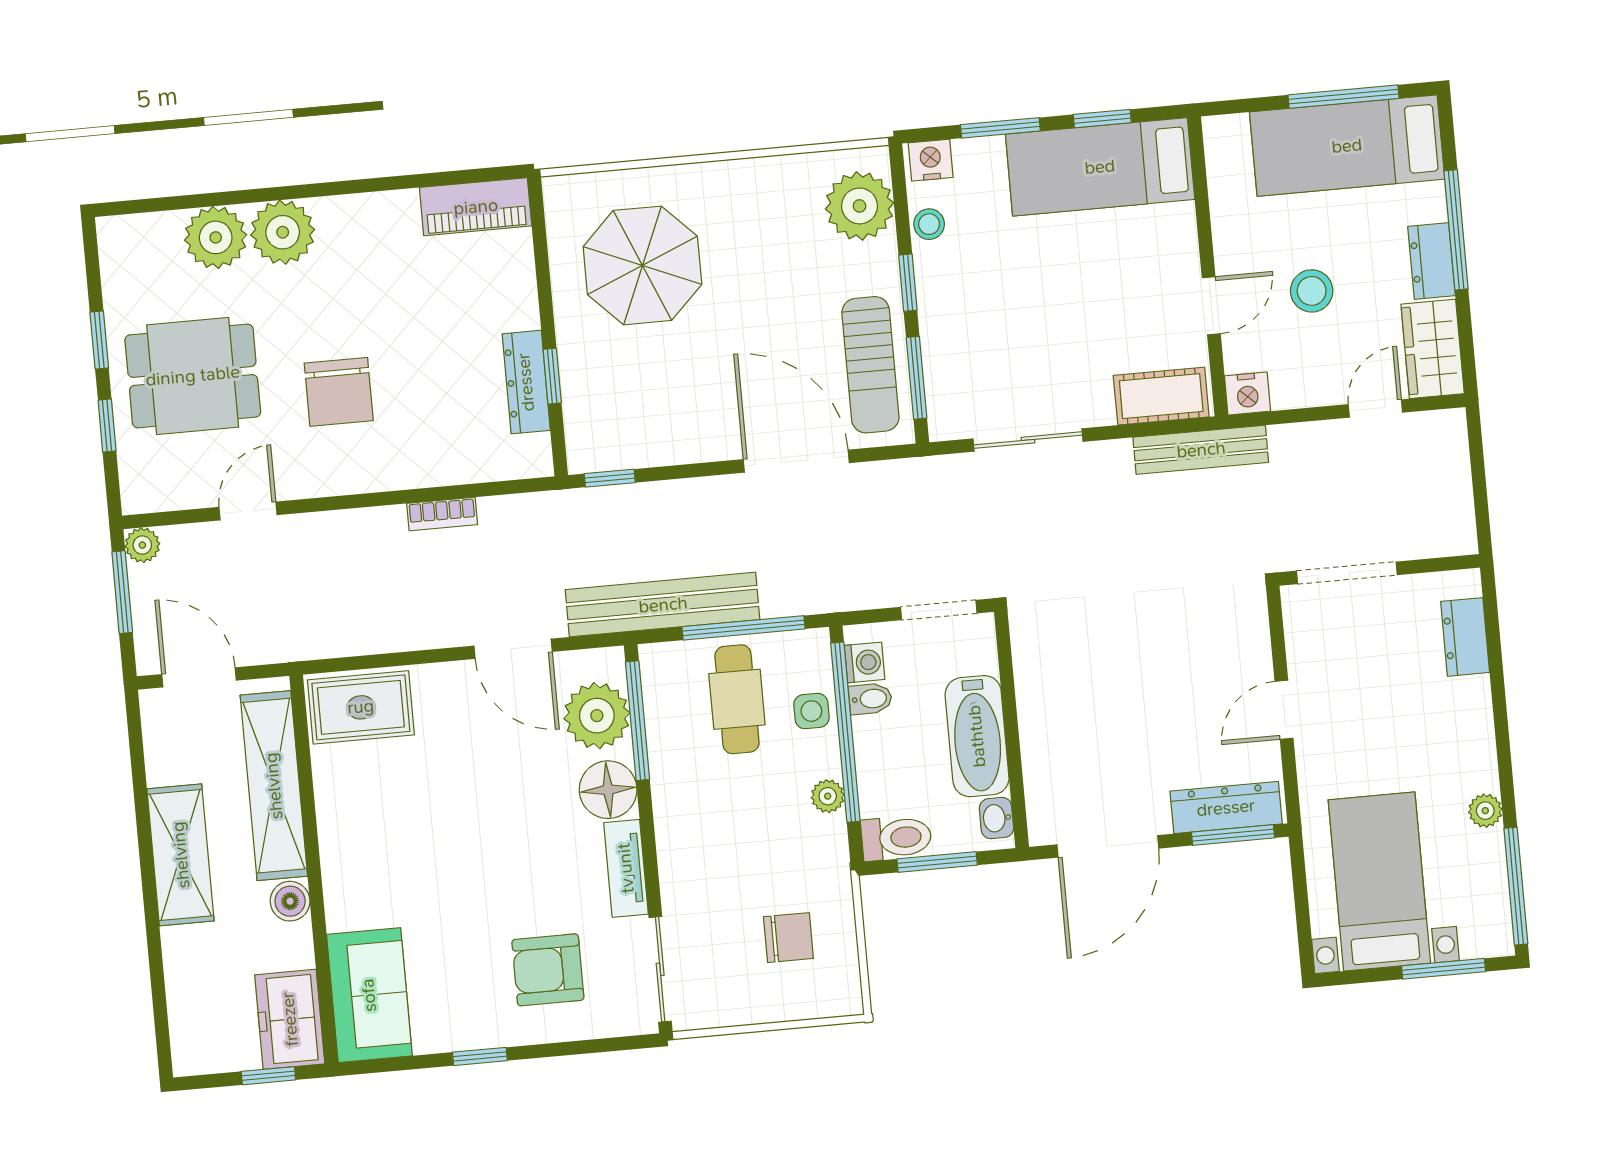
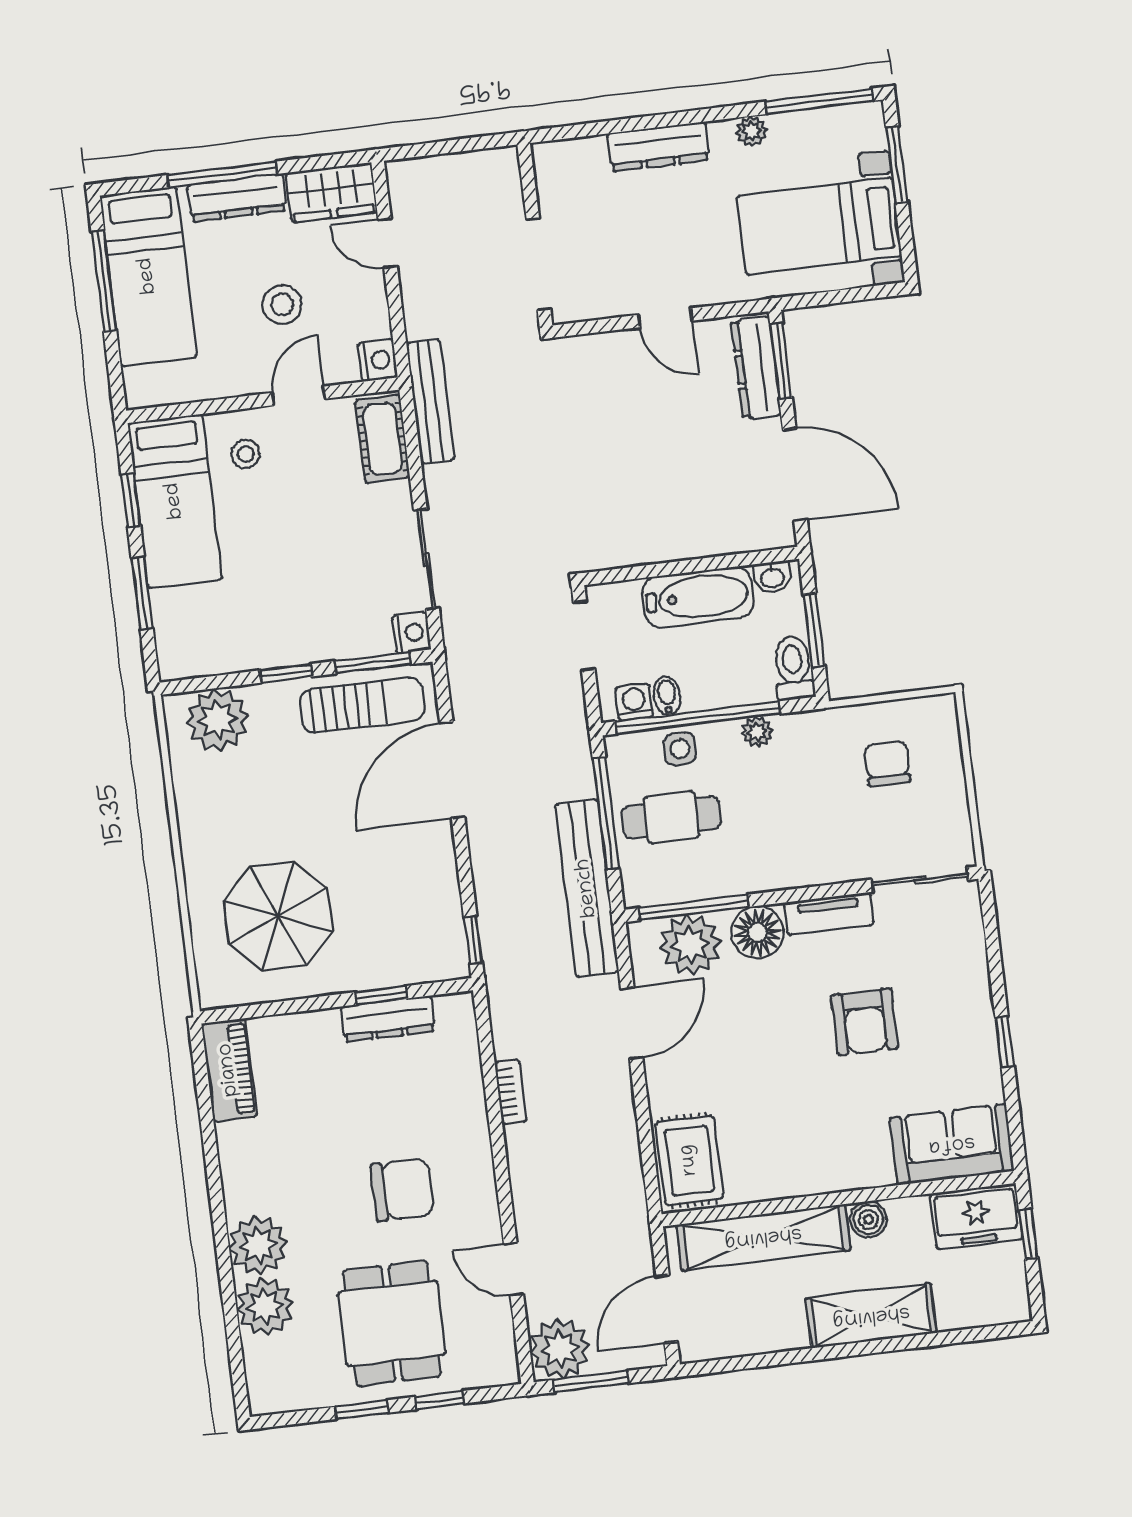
nightstand: (931, 160) -> (412, 633), moved, turned 180
stool: (929, 224) -> (245, 454), moved
dresser: (1432, 261) -> (237, 198), width x1.44
door: (1211, 306) -> (299, 396), hinge flipped
plant: (142, 545) -> (560, 1349), width x1.88, depth x1.88
dresser: (1465, 637) -> (658, 147), moved, width x1.44
shelving: (181, 855) -> (871, 1316), moved
armchair: (548, 970) -> (865, 1022), moved

